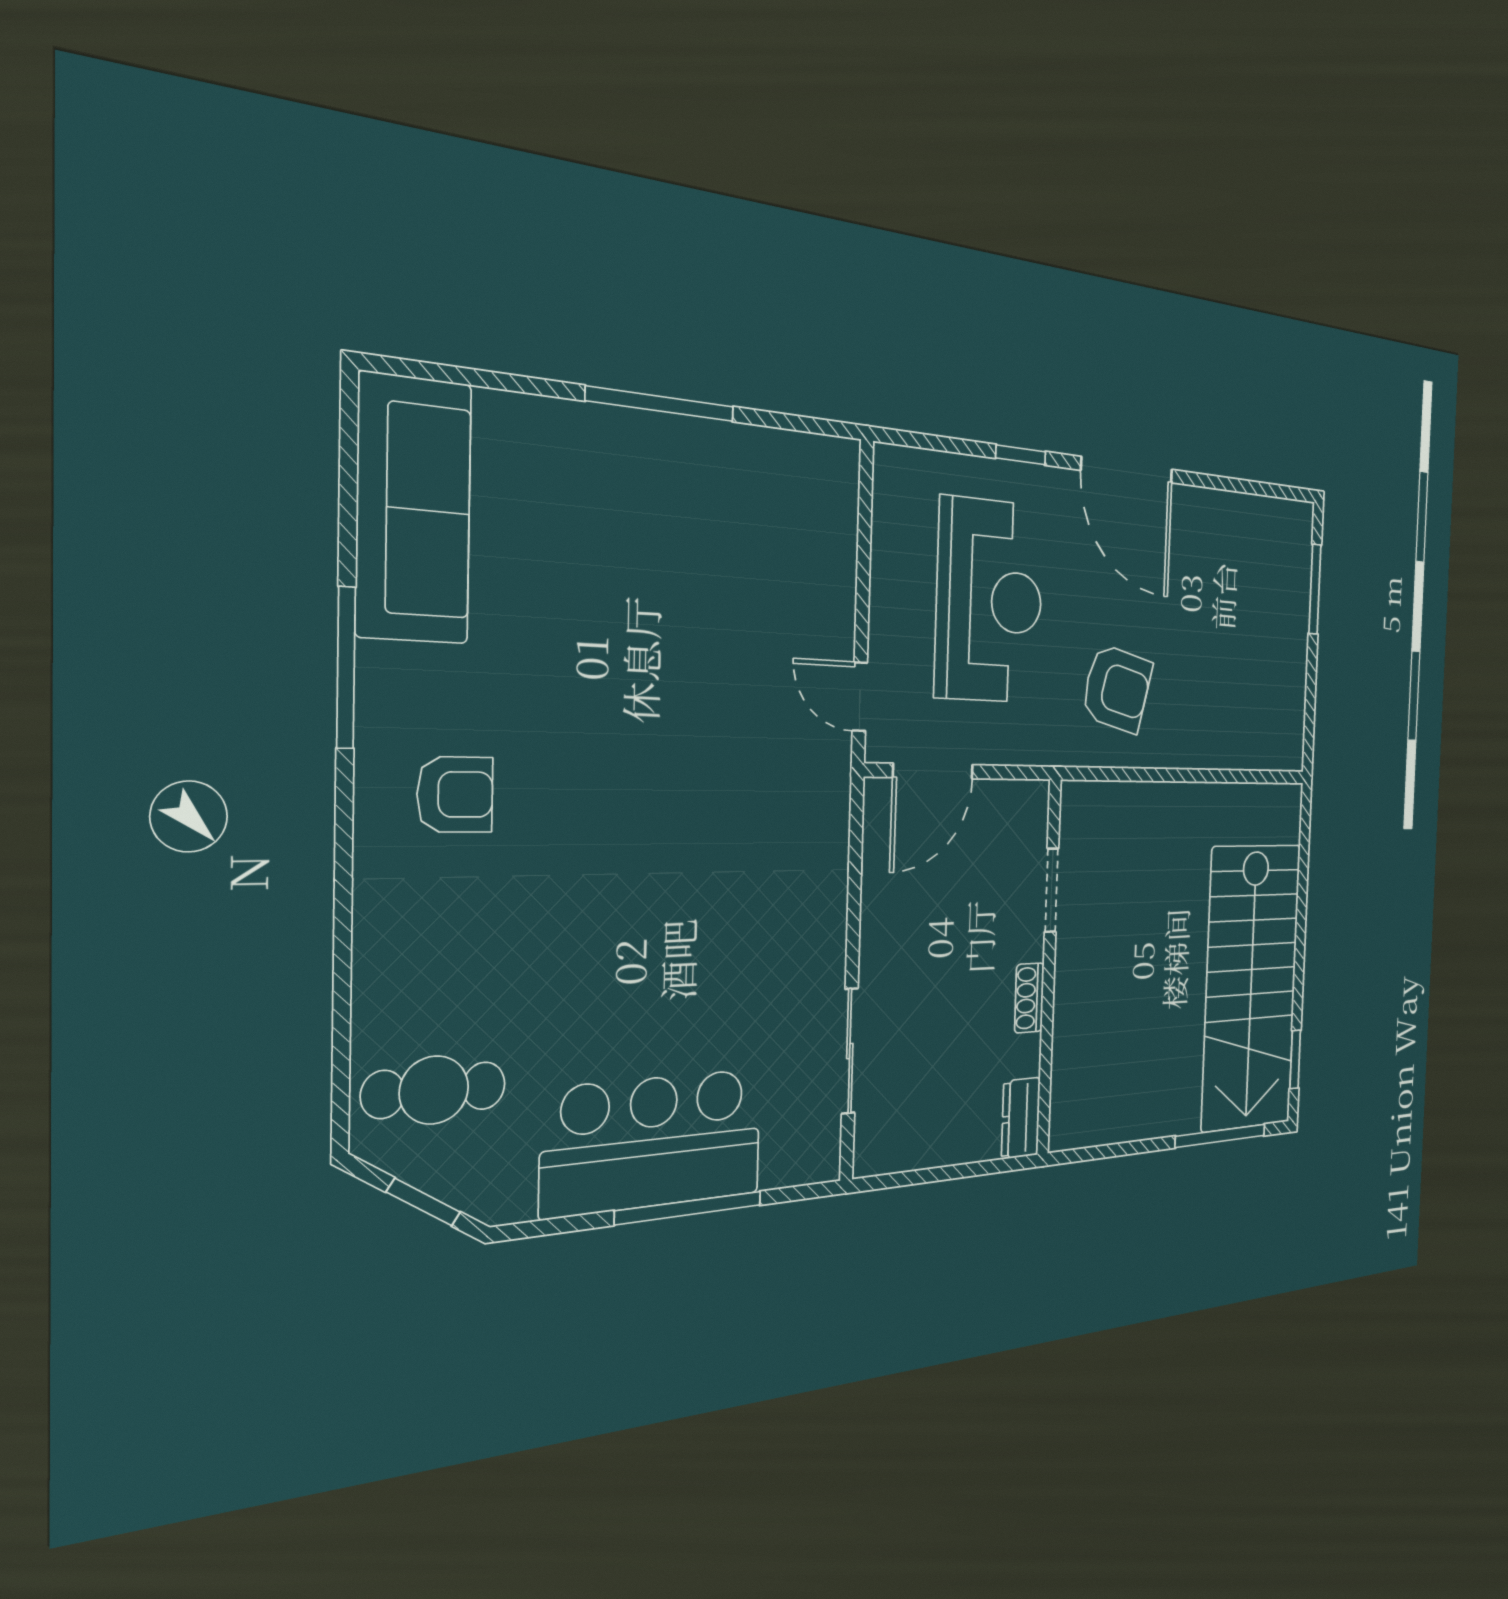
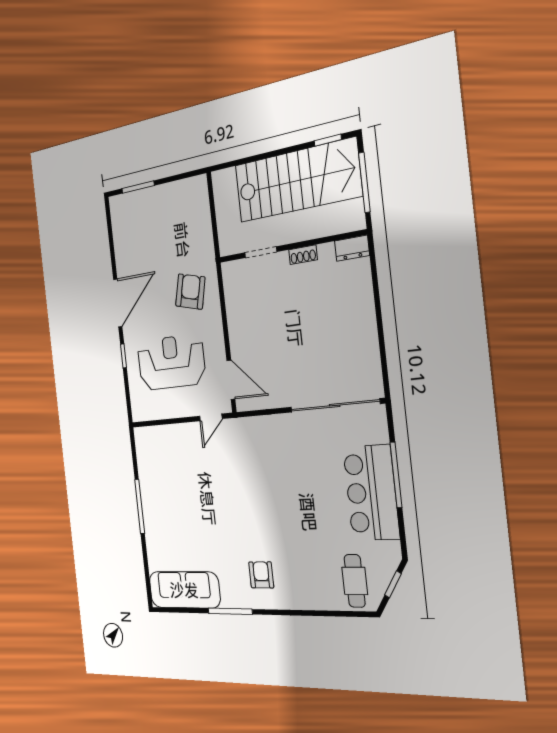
doorway: (1052, 890) -> (261, 252), moved
wall: (1049, 968) -> (291, 246), moved
shoe rack: (1029, 998) -> (303, 255), moved
sliding door: (850, 1051) -> (335, 405), width x1.86
dresser: (1021, 1118) -> (352, 248), moved

